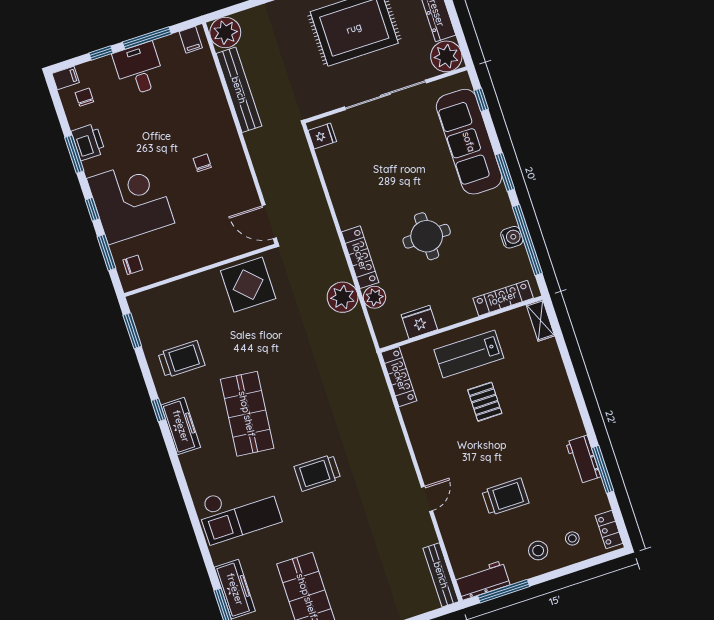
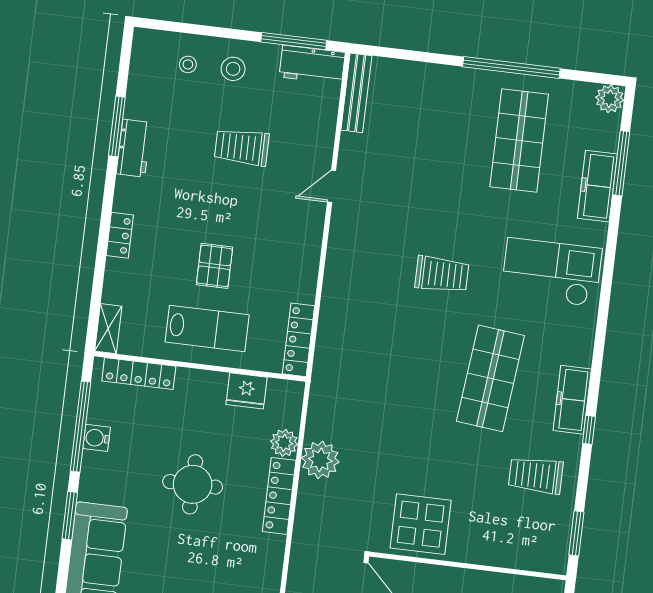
locker: (609, 529) -> (120, 235), moved

